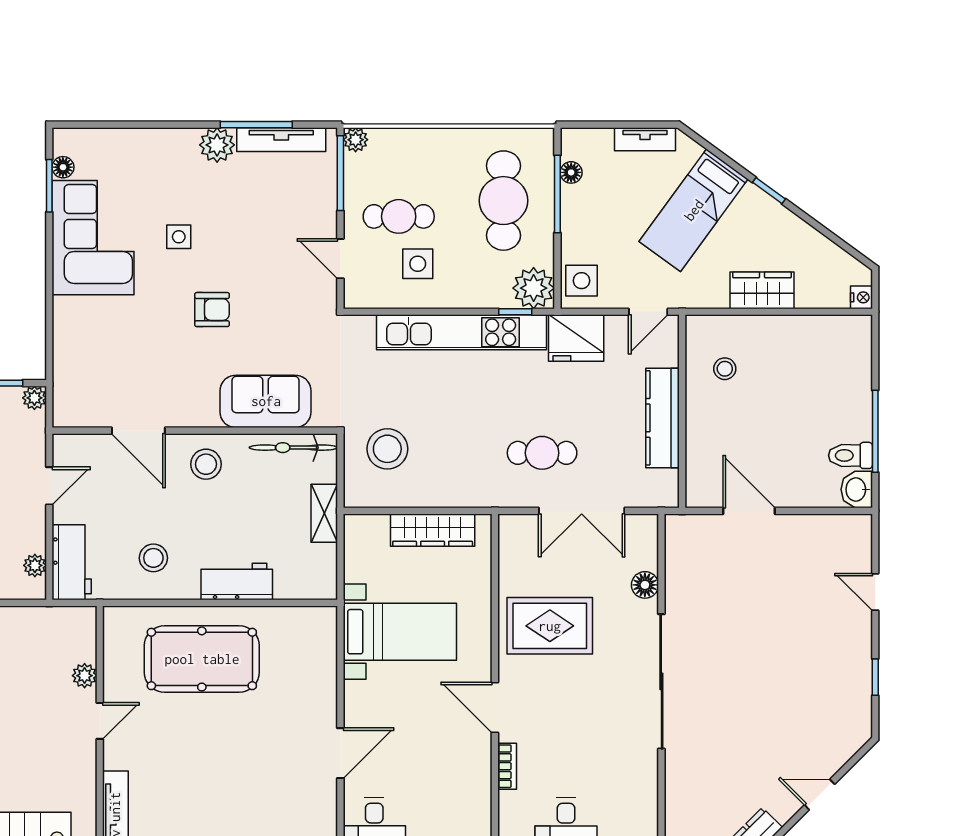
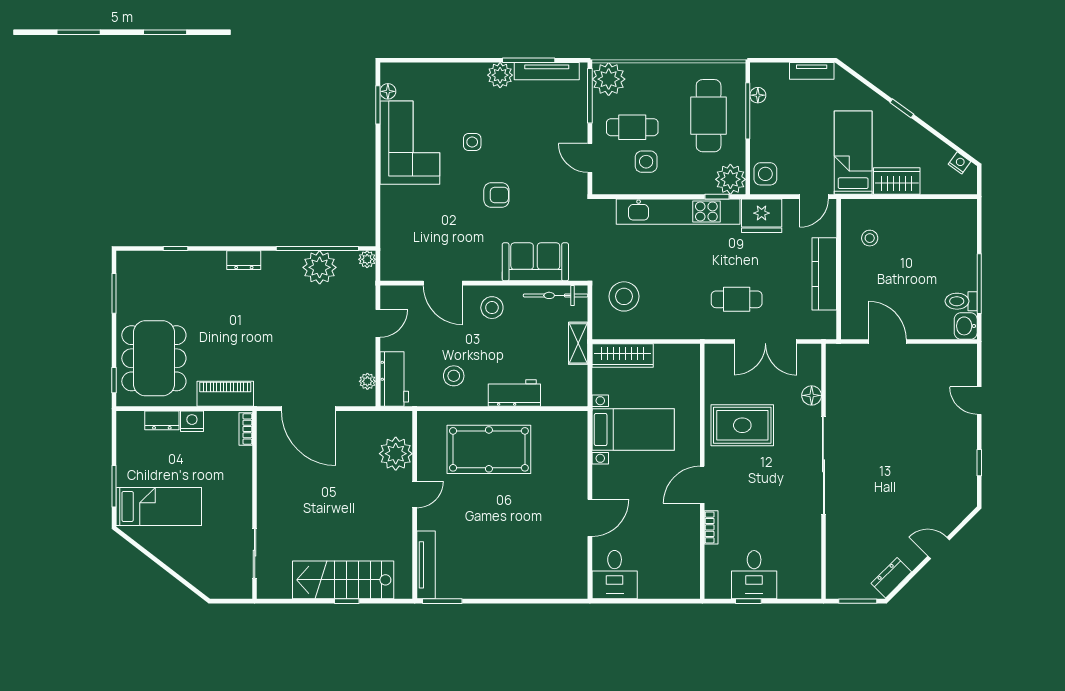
plant: (356, 140) -> (609, 79), width x1.88, depth x1.88
bed: (694, 210) -> (853, 153), moved, turned 144
nightstand: (862, 297) -> (960, 163), moved, turned -54
wardrobe: (433, 530) -> (623, 356), moved
plant: (85, 676) -> (396, 454), width x1.87, depth x1.87
door: (495, 708) -> (702, 485), hinge flipped

